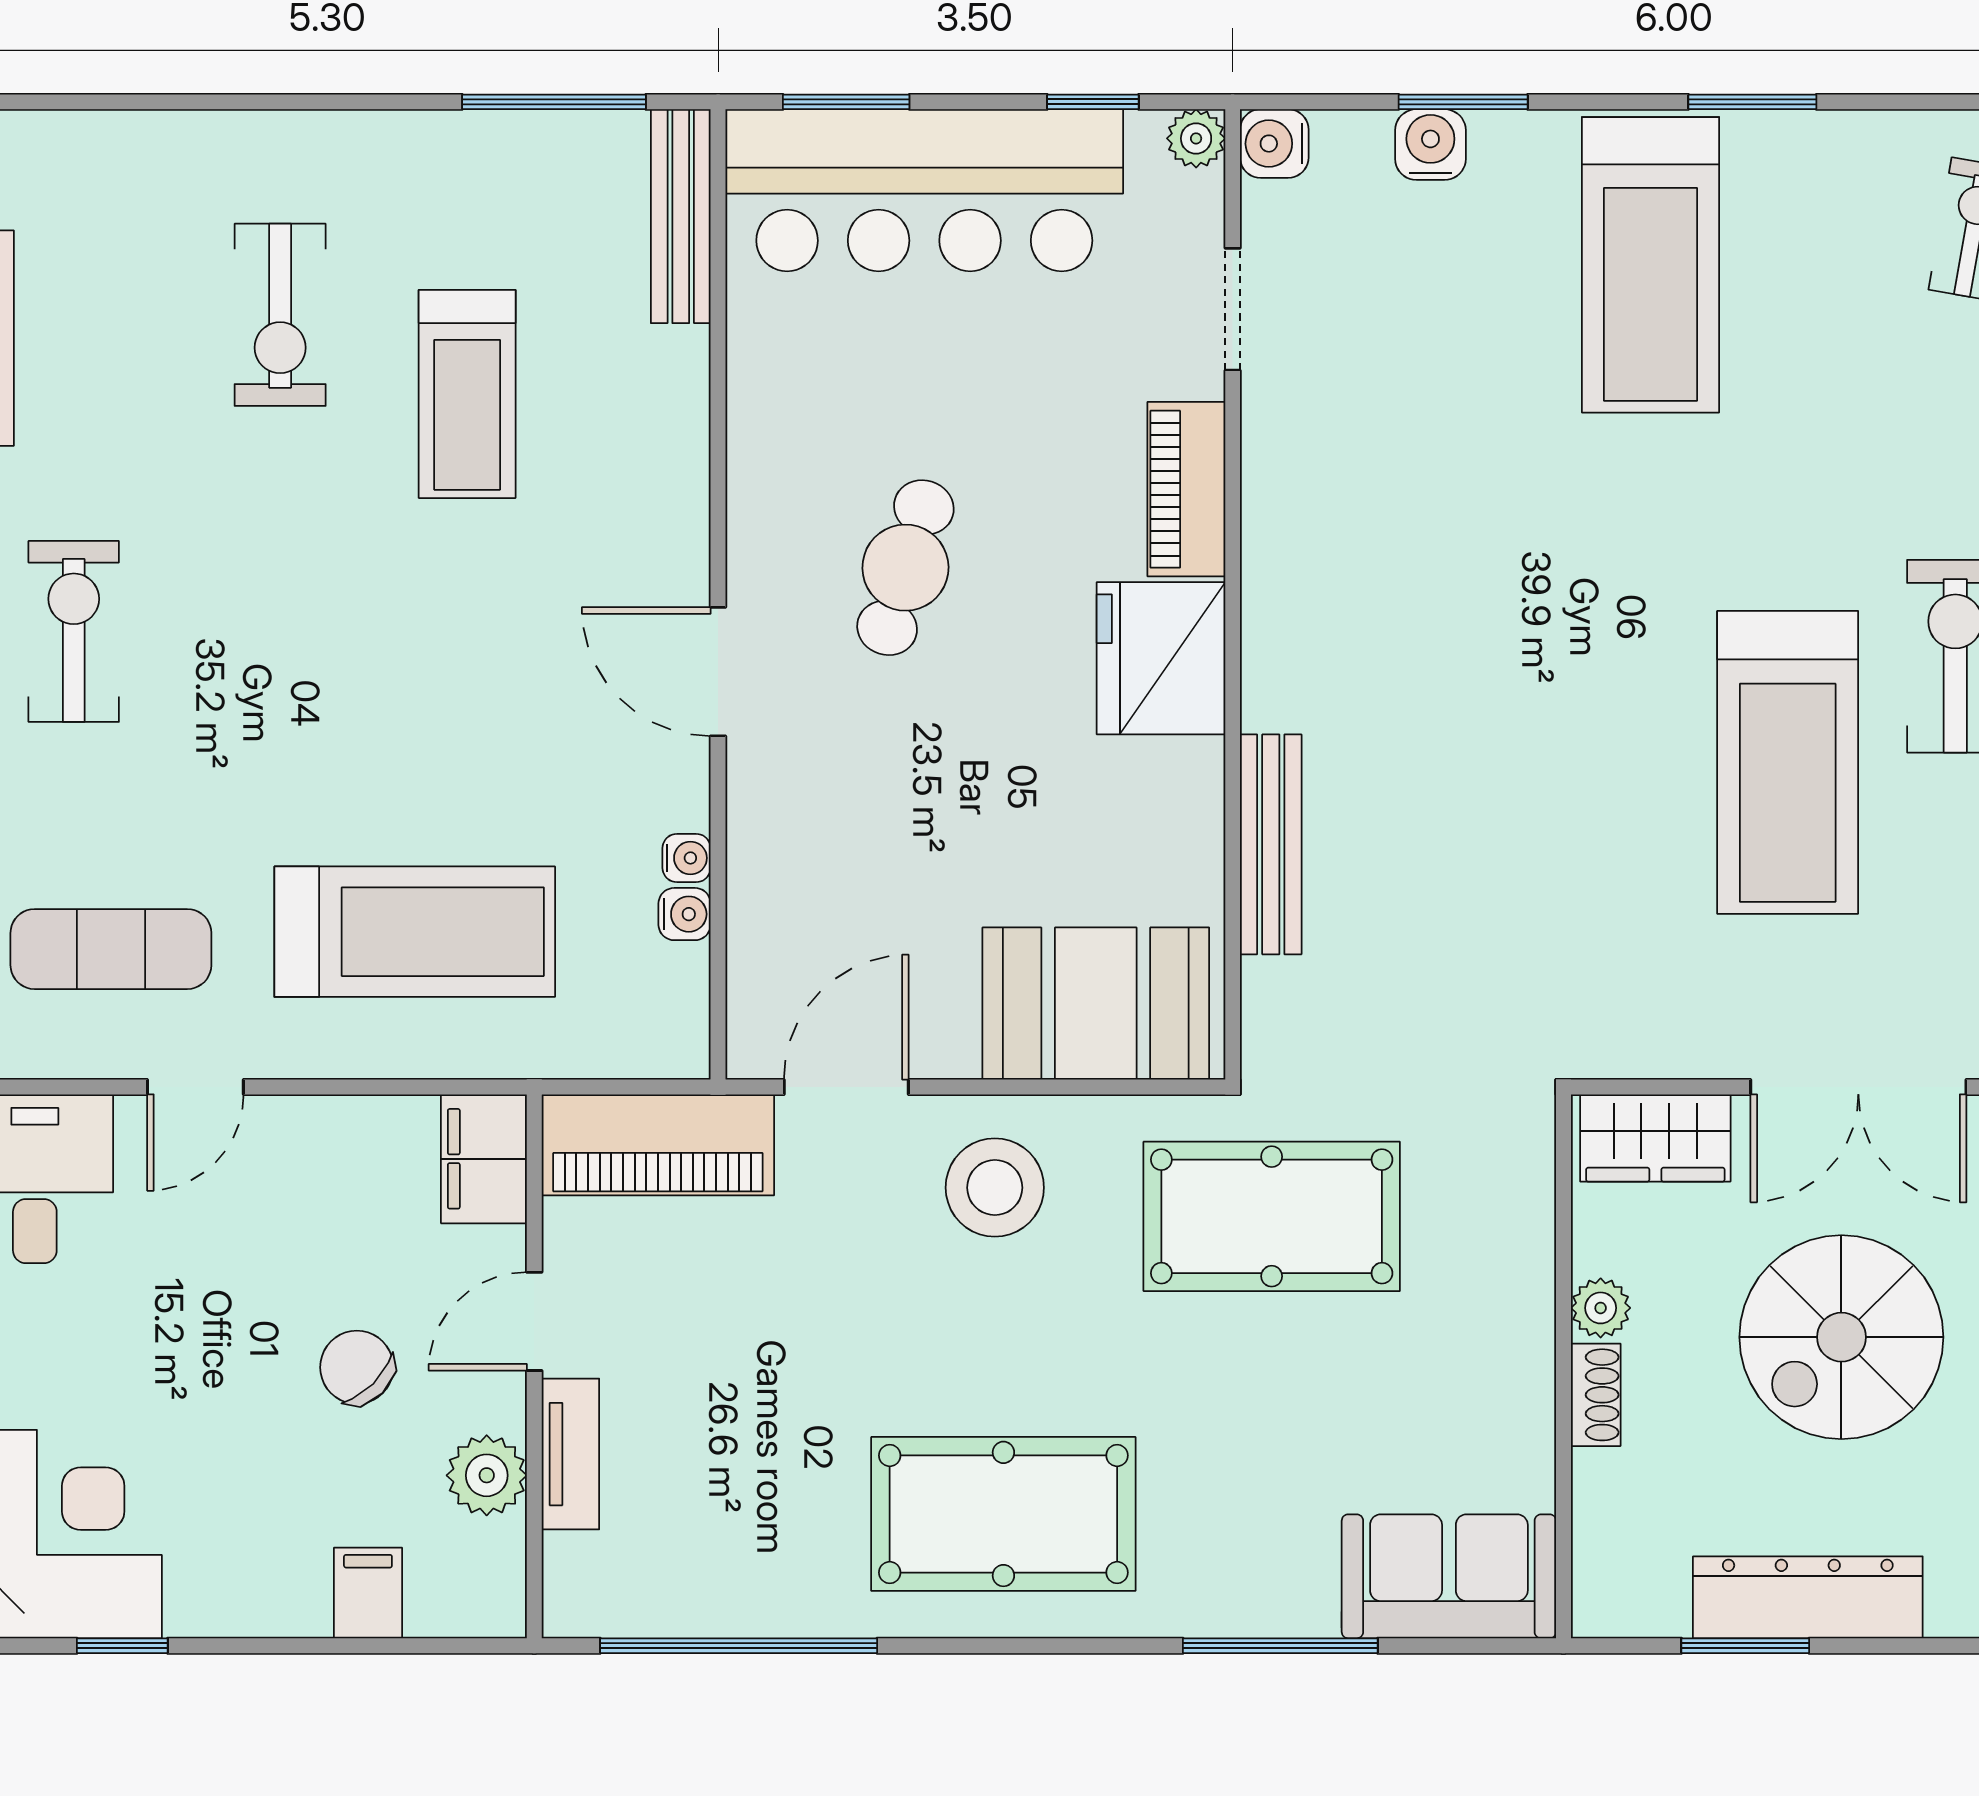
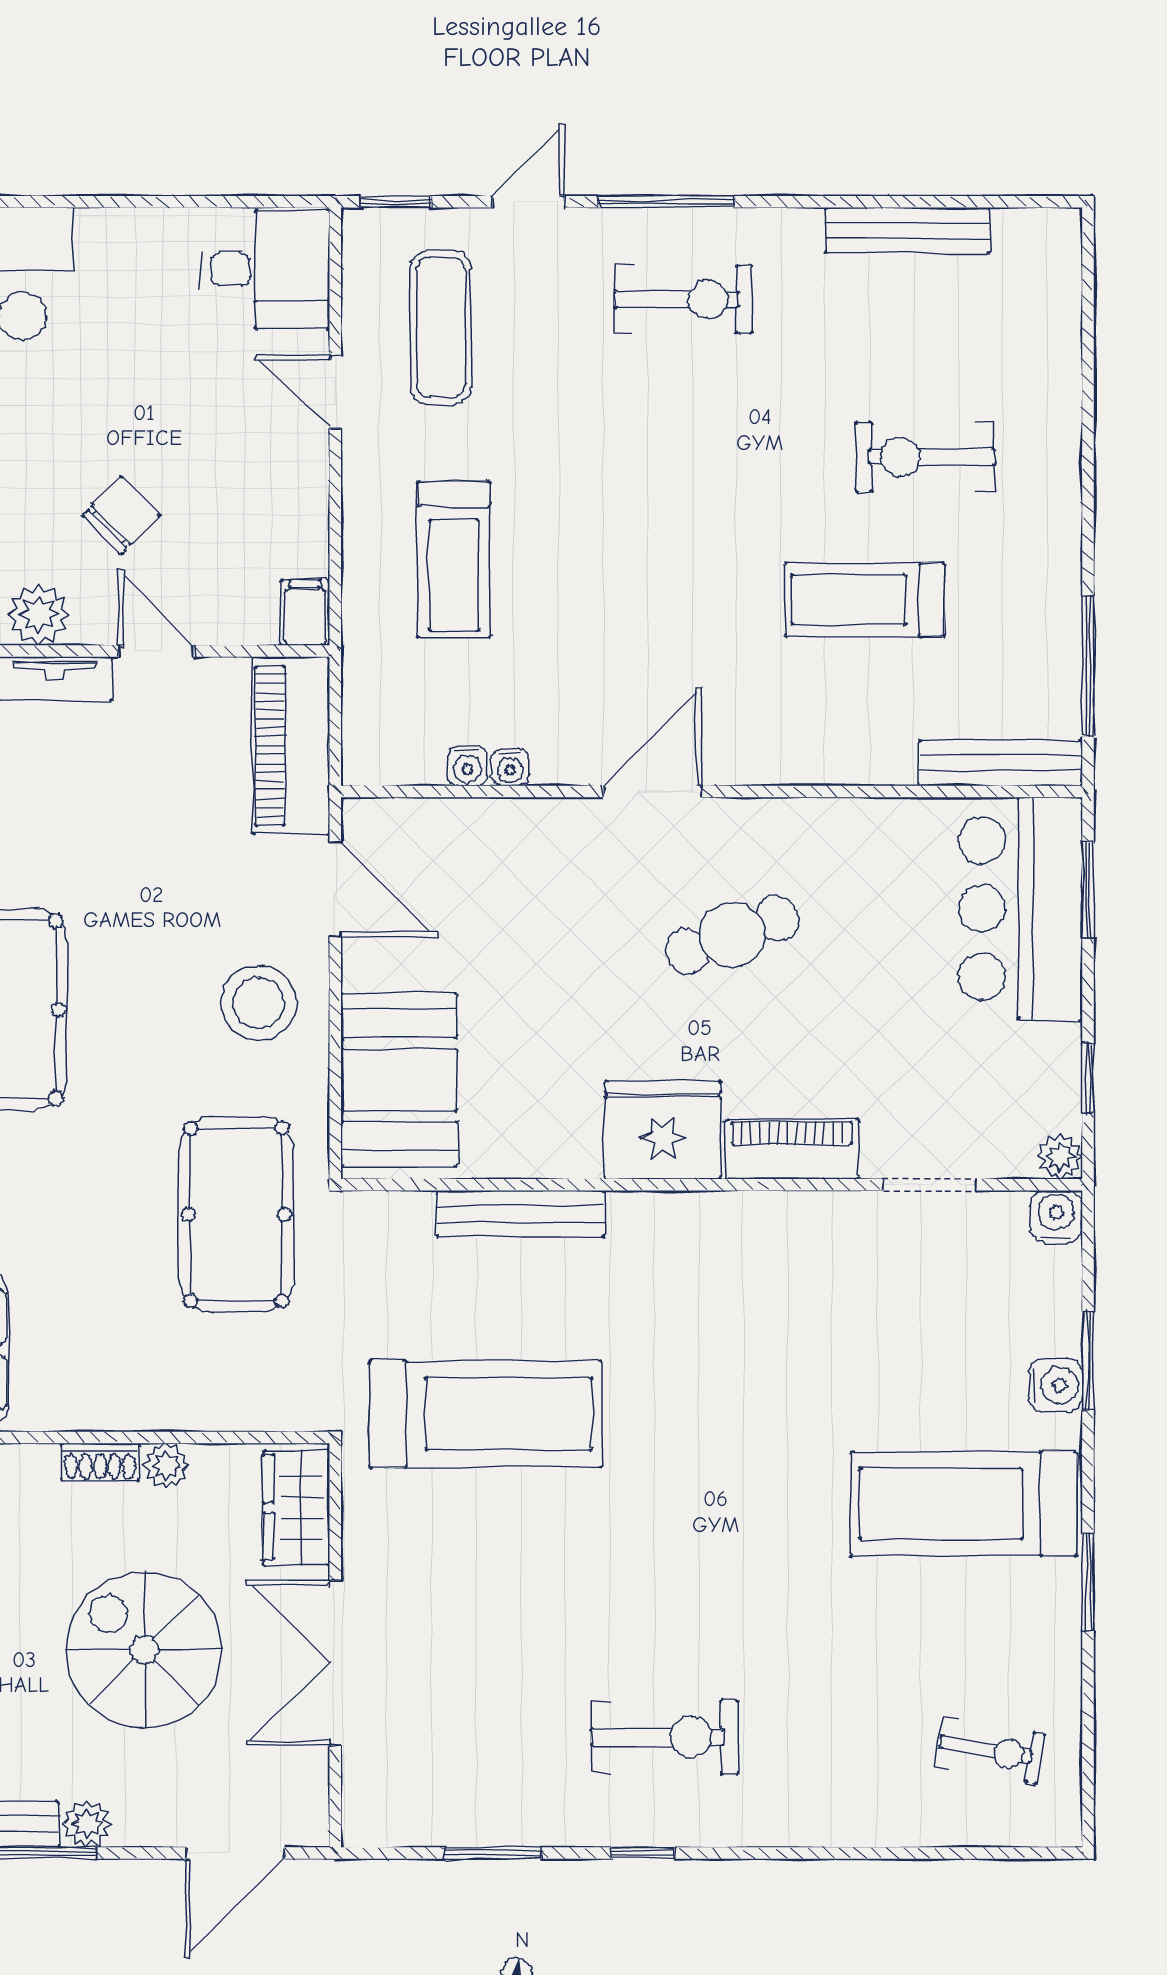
water cooler: (1430, 145) -> (1055, 1385), moved
bar counter: (924, 190) -> (1020, 909), width x0.73
cafe table: (905, 568) -> (732, 935), turned -37
treadmill: (1788, 762) -> (486, 1414), moved, turned 180
treadmill: (415, 932) -> (454, 560), width x0.73, depth x0.73
filing cabinet: (484, 1159) -> (305, 613), width x0.50

